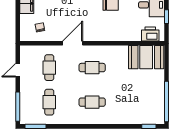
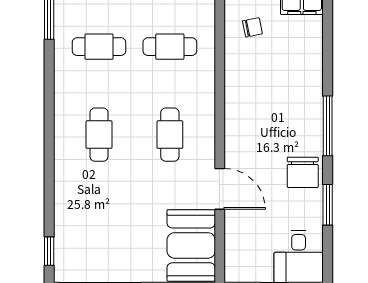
printer: (150, 34) -> (239, 254), removed
door: (73, 43) -> (220, 189), moved

